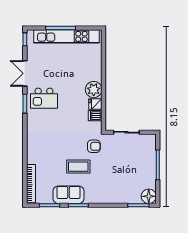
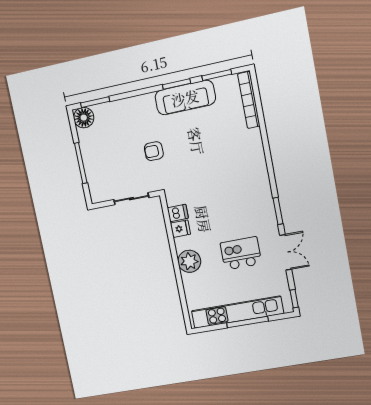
plant: (94, 90) -> (189, 261), moved
kitchen island: (44, 98) -> (241, 253), moved
armchair: (94, 146) -> (154, 151), moved
coffee table: (78, 167) -> (187, 138), removed
sofa: (69, 195) -> (185, 98), width x1.36

